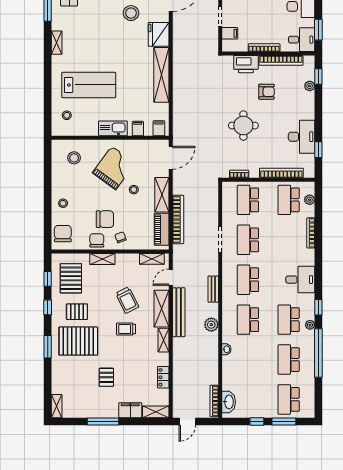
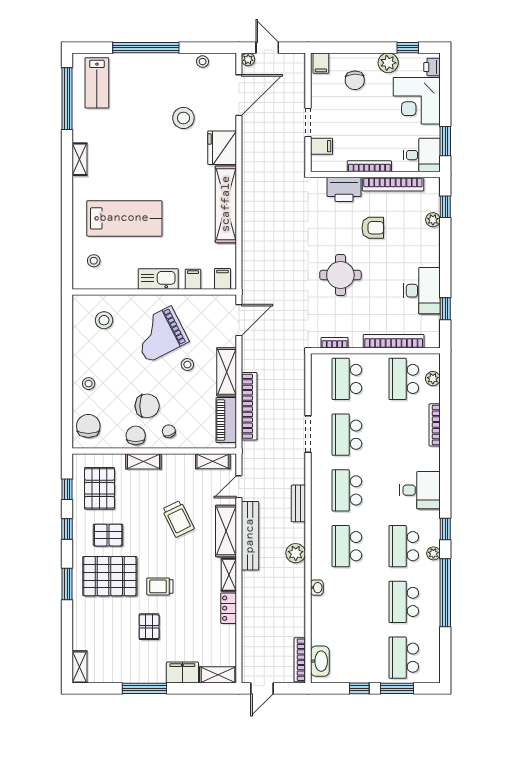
grand piano: (114, 168) -> (159, 334), turned -153
trolley: (126, 329) -> (160, 586), moved
locker: (163, 377) -> (229, 608), moved

